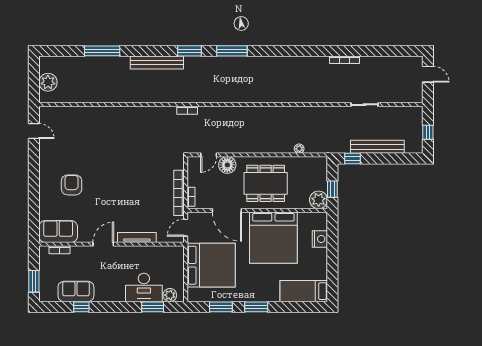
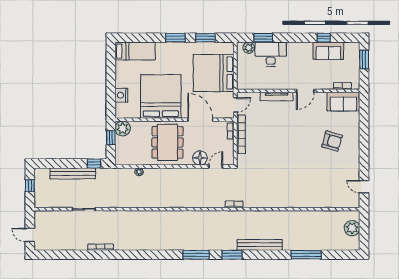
dining table: (266, 183) -> (168, 142), turned 90
armchair: (72, 185) -> (332, 141), turned -74

